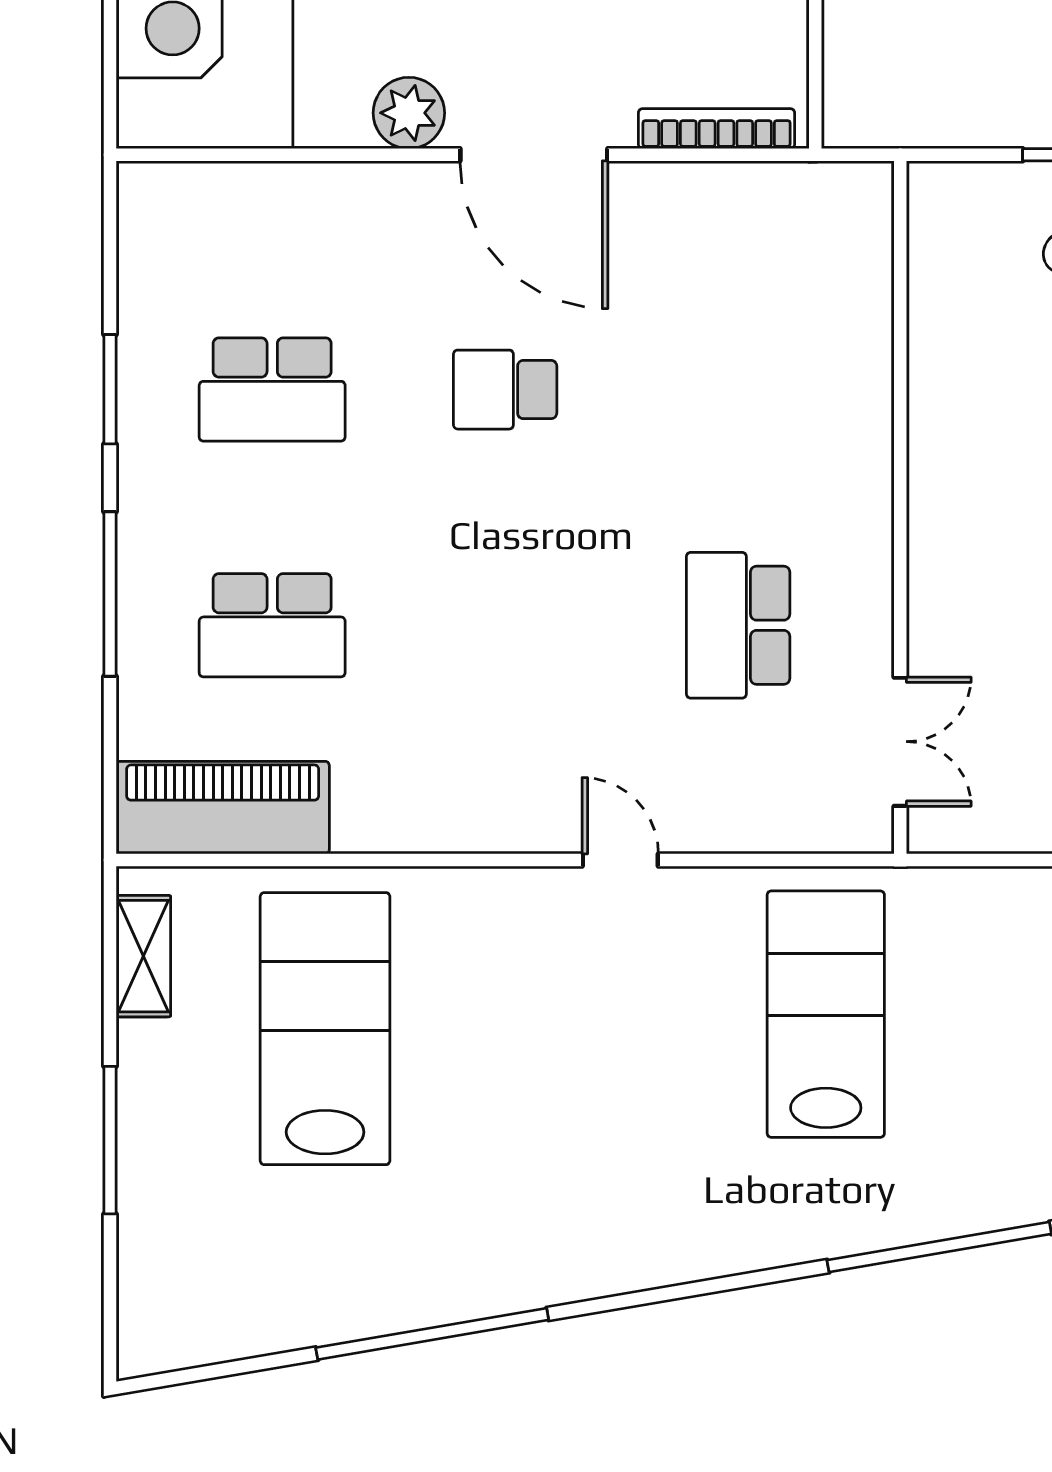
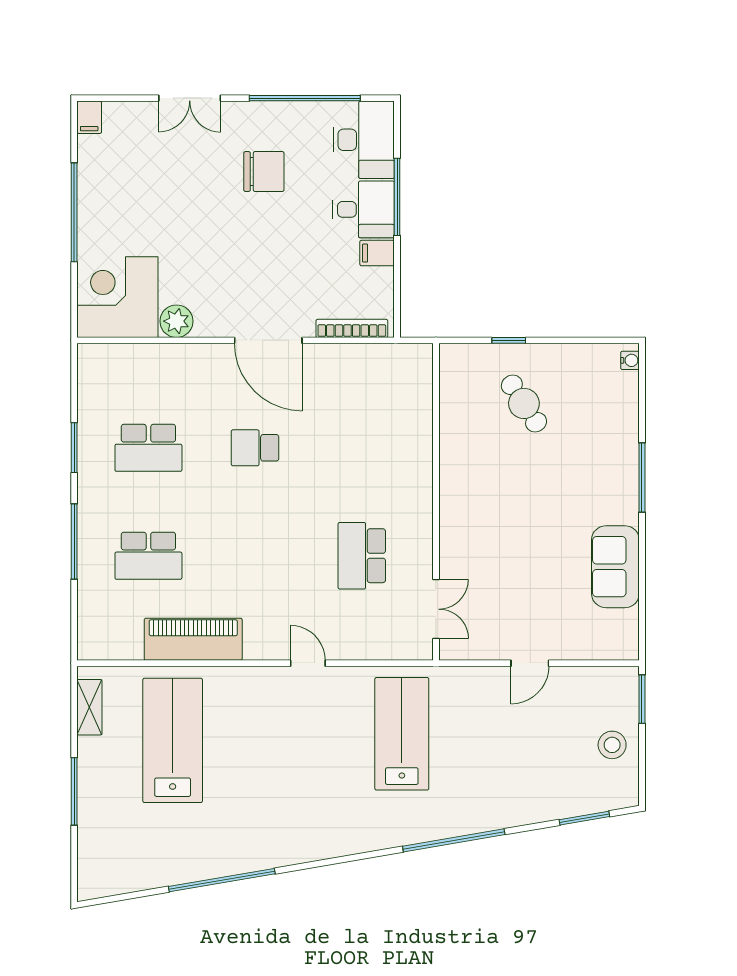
plant: (409, 113) -> (176, 321), moved
piano: (223, 808) -> (193, 639), moved

